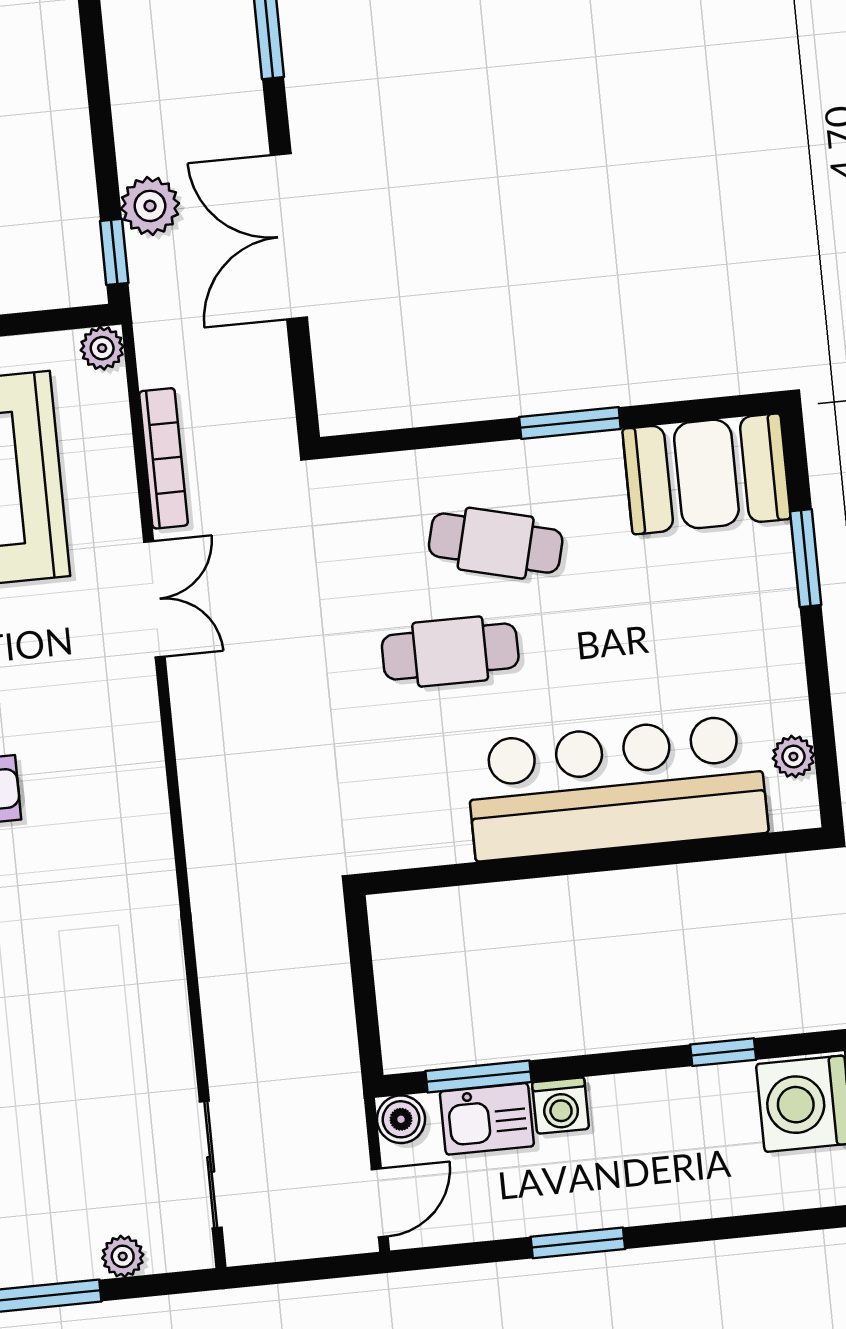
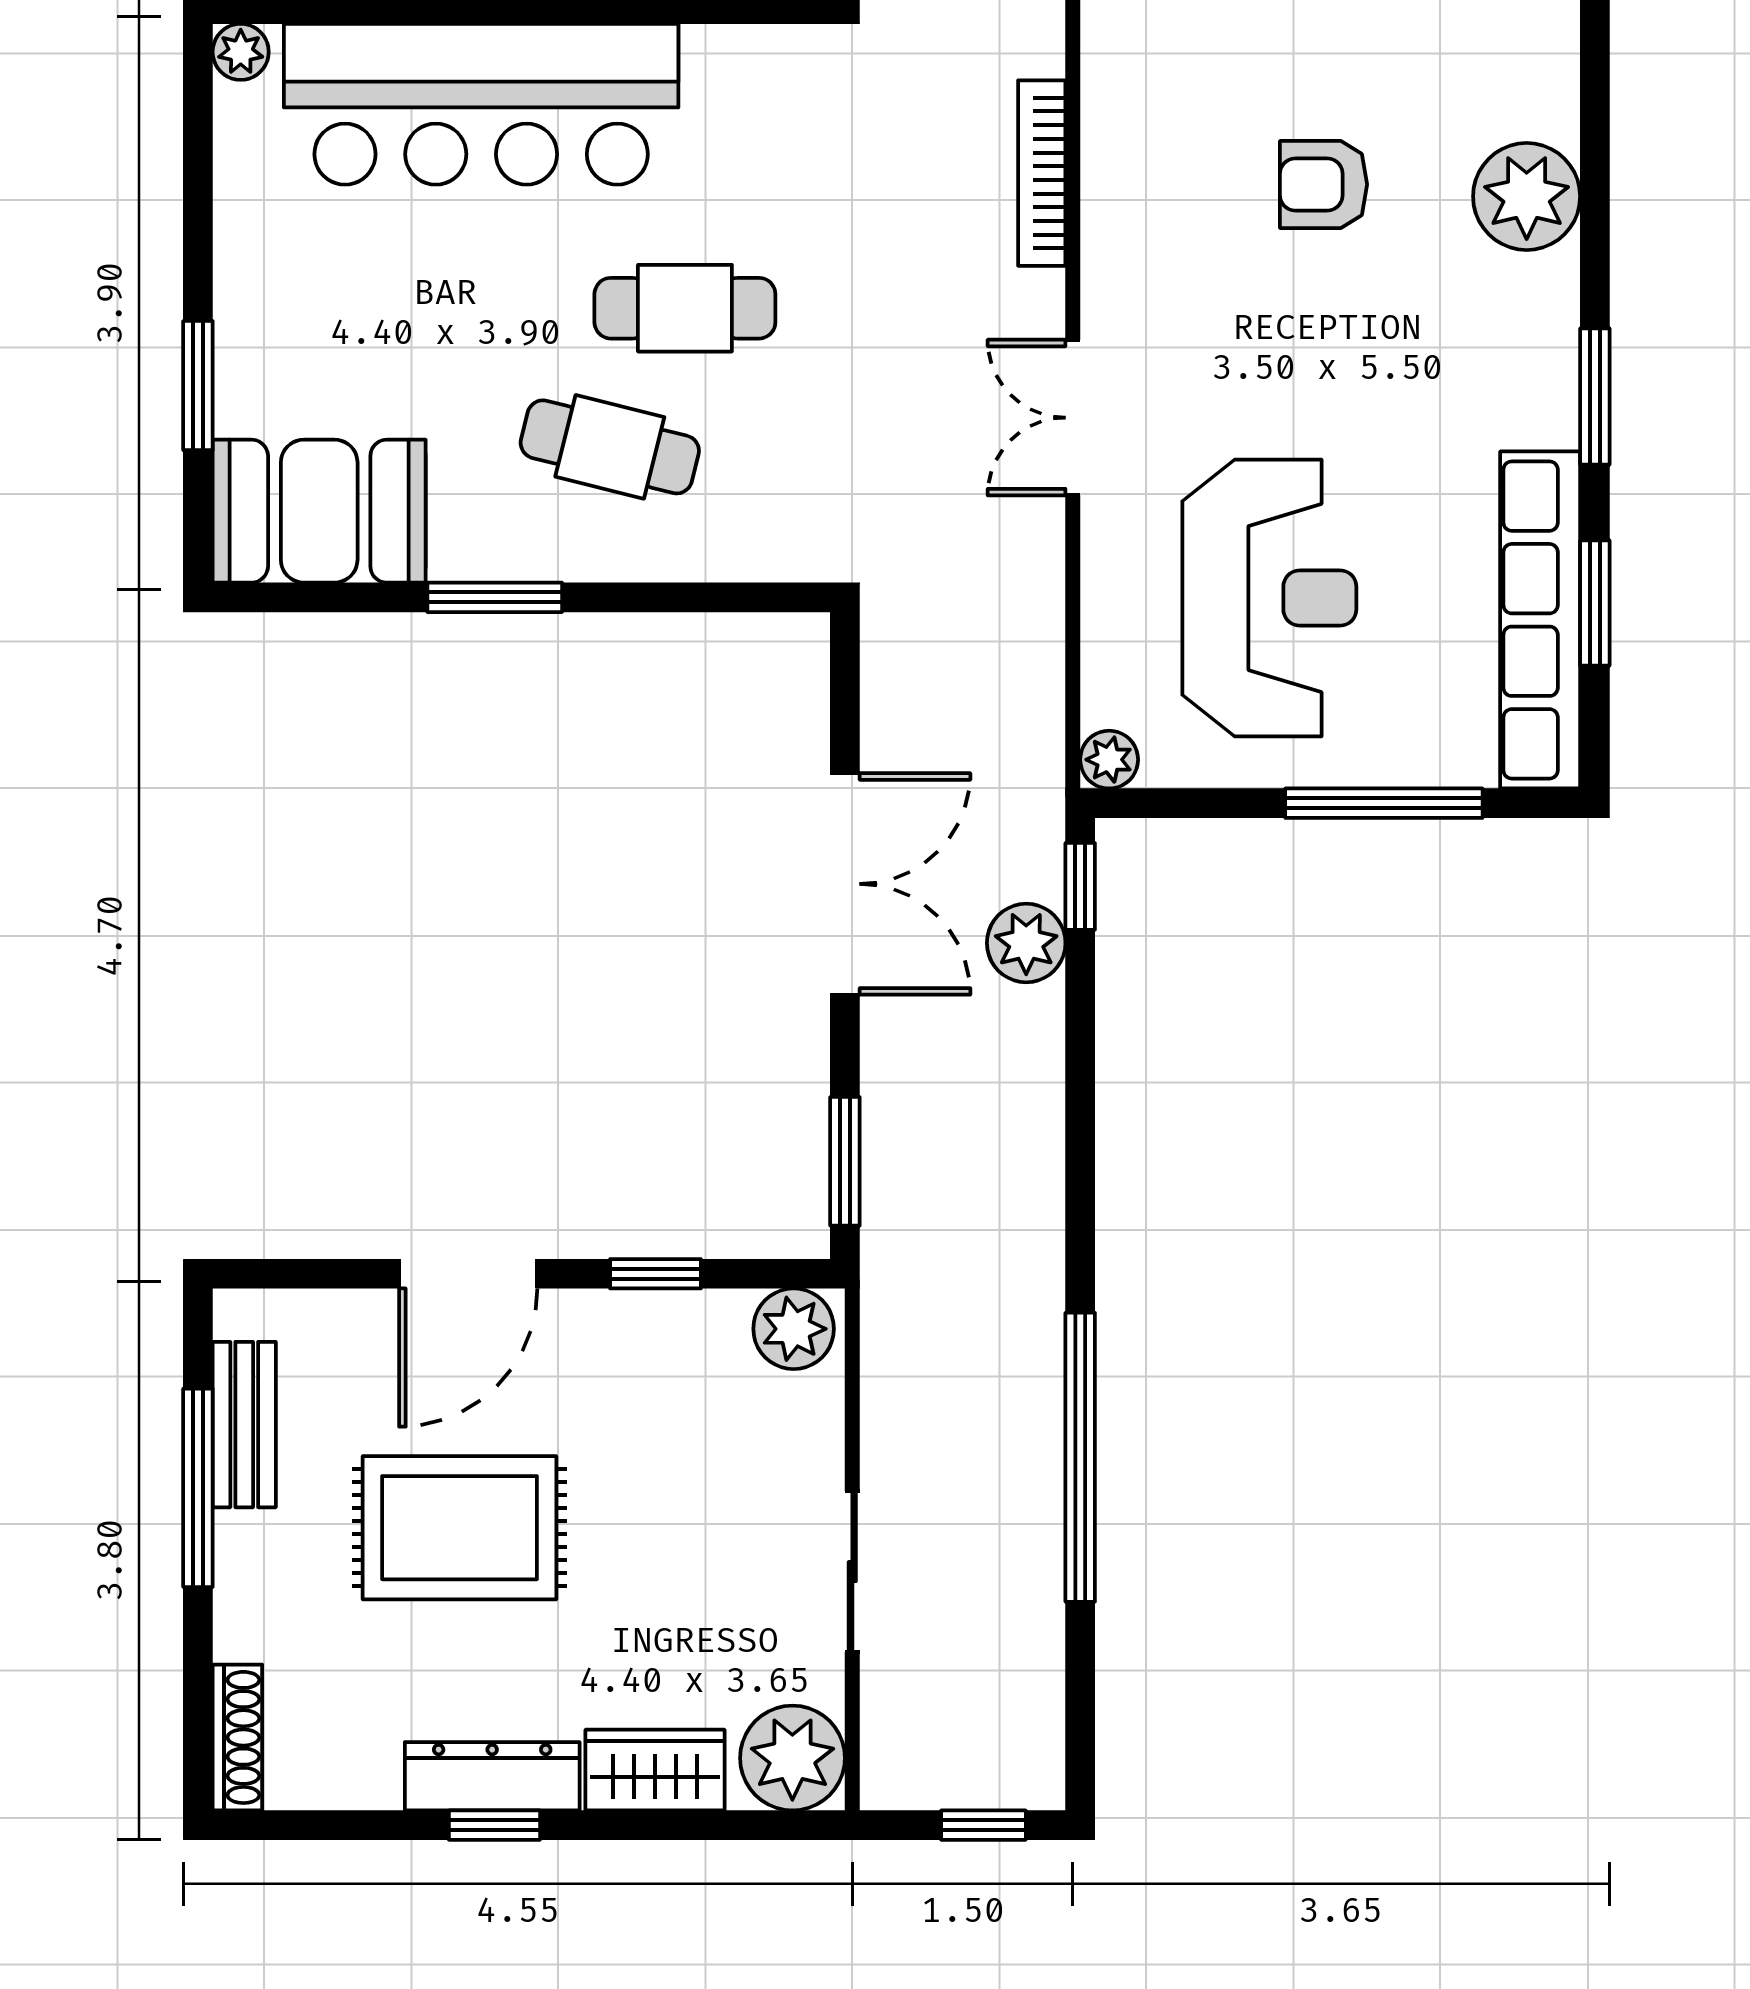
bookcase: (164, 458) -> (1042, 173), moved
plant: (793, 757) -> (241, 52), moved

